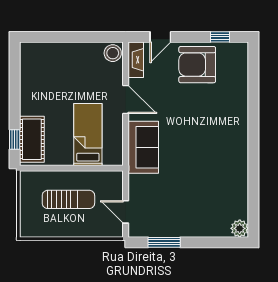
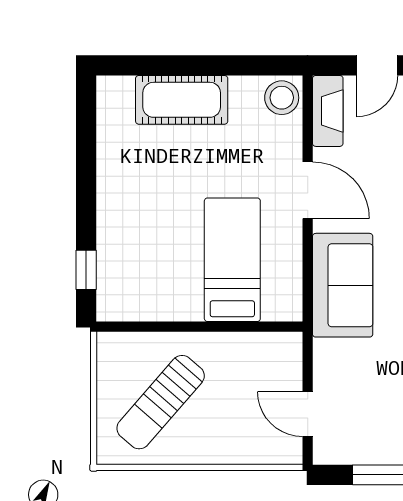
cot: (32, 139) -> (182, 100), moved, turned 90
sun lounger: (68, 199) -> (161, 402), moved, turned 131

